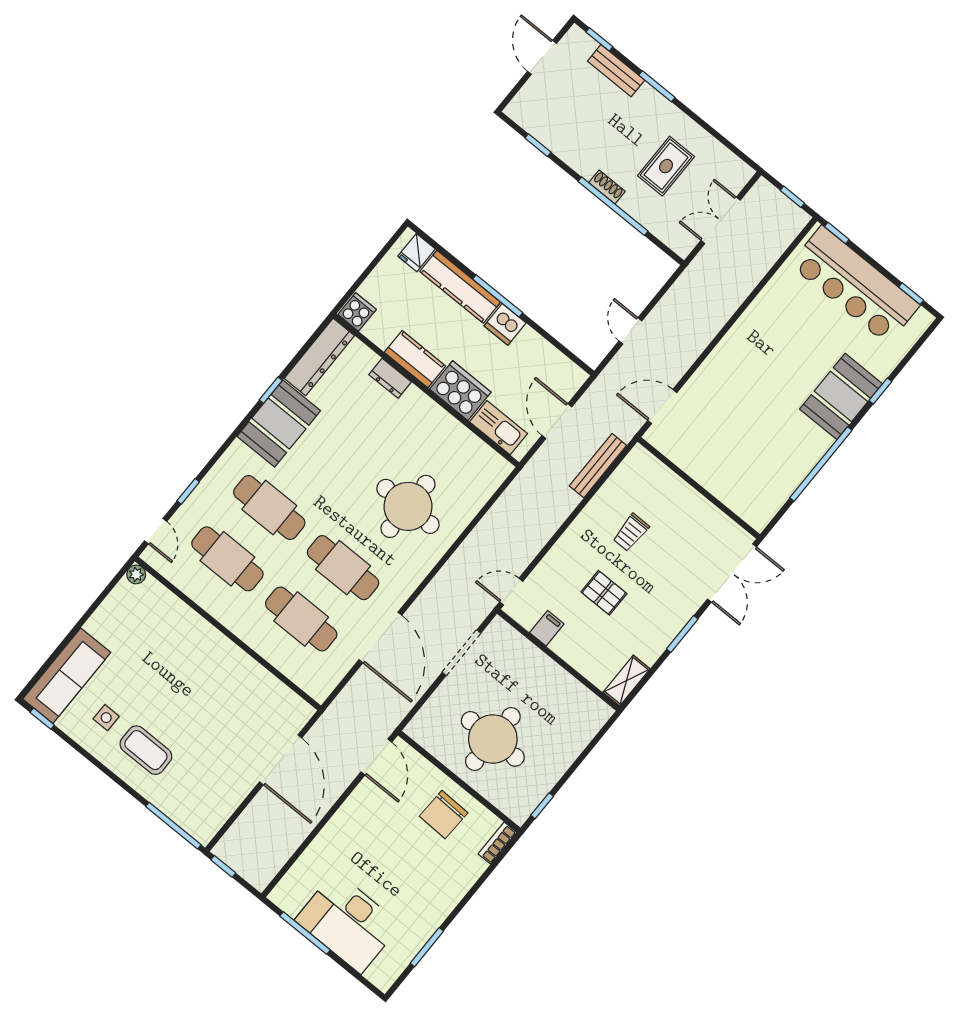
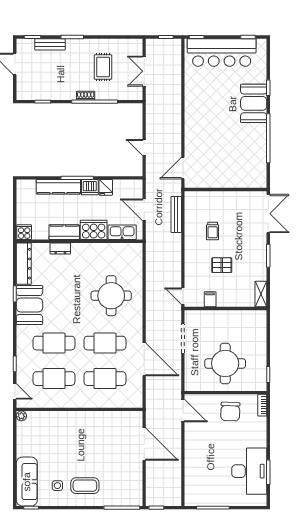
fridge: (417, 253) -> (106, 187), moved
door: (511, 592) -> (183, 296), hinge flipped
desk: (348, 922) -> (249, 471), moved, turned -90

